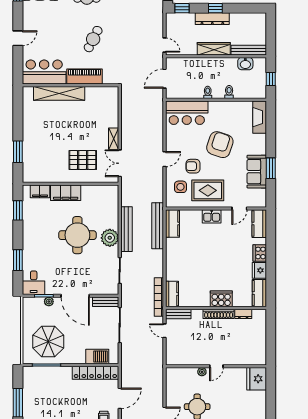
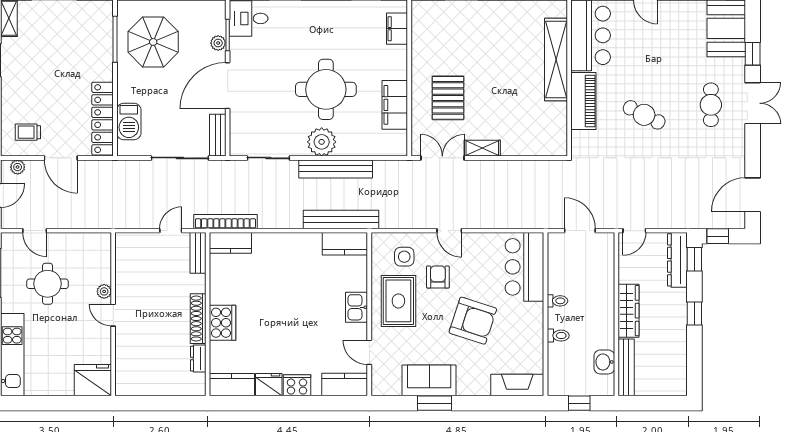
dresser: (212, 19) -> (677, 260), moved
filing cabinet: (66, 193) -> (395, 105), moved

